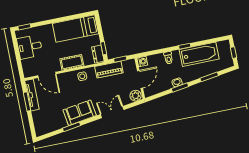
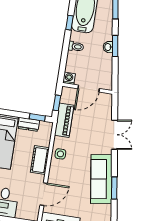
dresser: (98, 54) -> (29, 124), moved
door: (140, 79) -> (89, 89), swing flipped
plant: (136, 96) -> (106, 101), removed
double door: (112, 112) -> (115, 135), swing flipped
sofa: (80, 113) -> (101, 179), width x1.36

